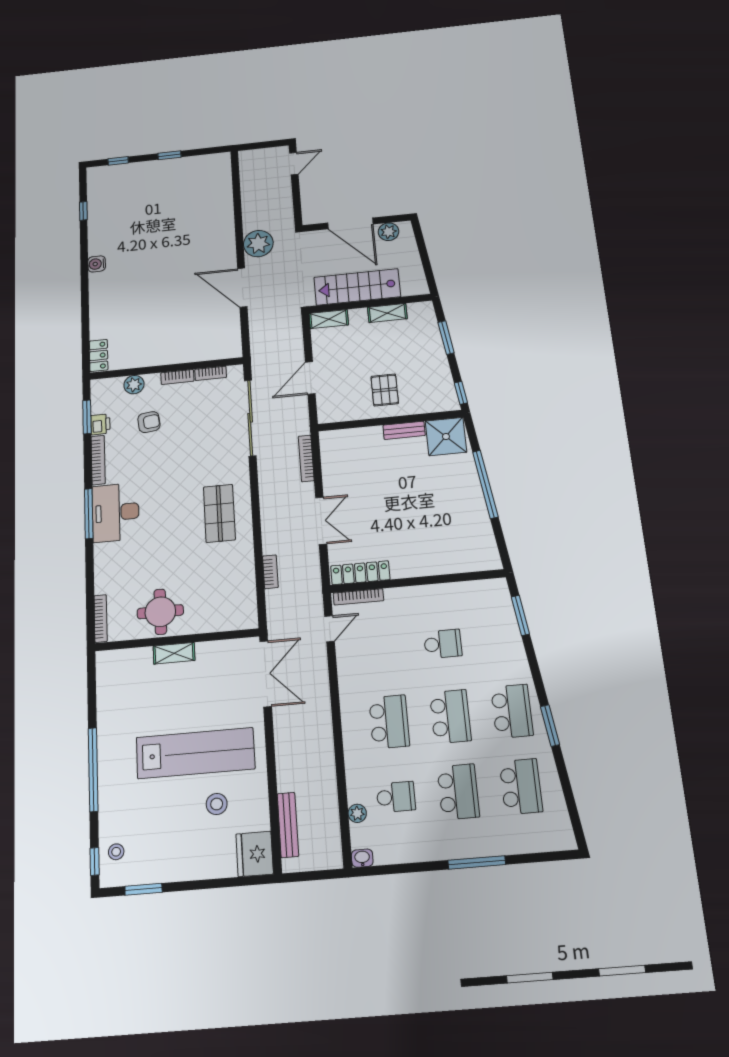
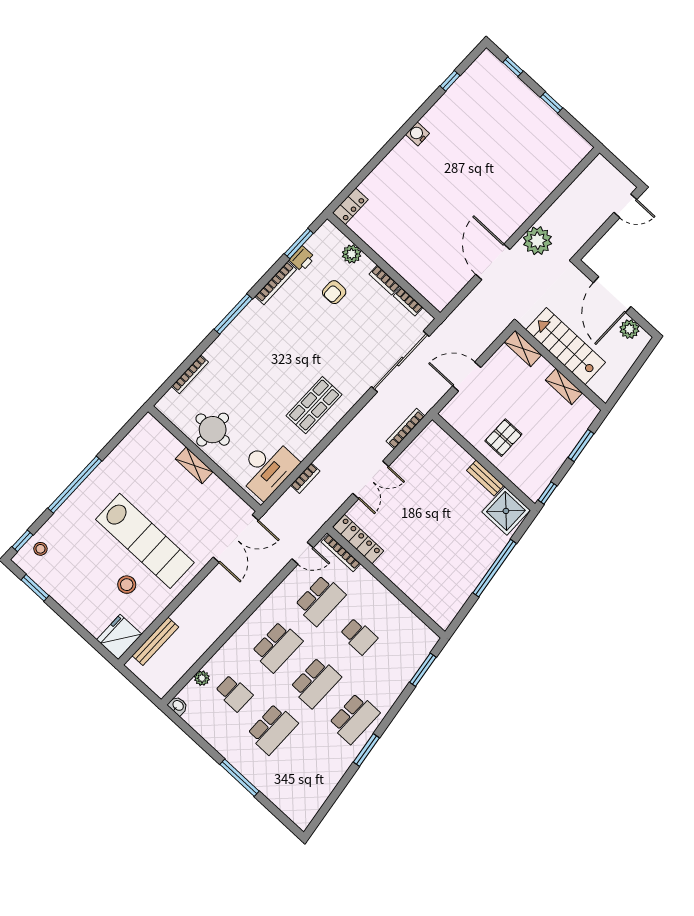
armchair: (149, 422) -> (334, 292), turned 96
desk: (116, 512) -> (267, 468), moved, turned 180
bookcase: (101, 618) -> (190, 374), moved
school desk: (521, 786) -> (320, 600), moved

